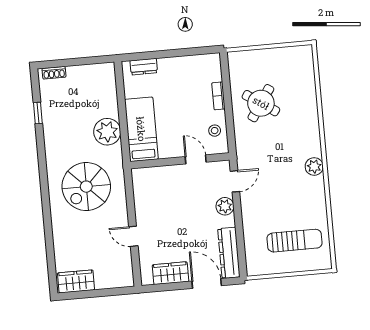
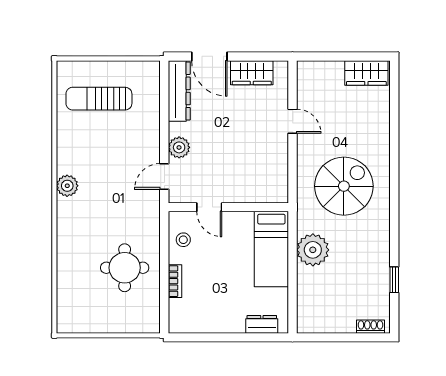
round table: (261, 103) -> (125, 268), turned -34

